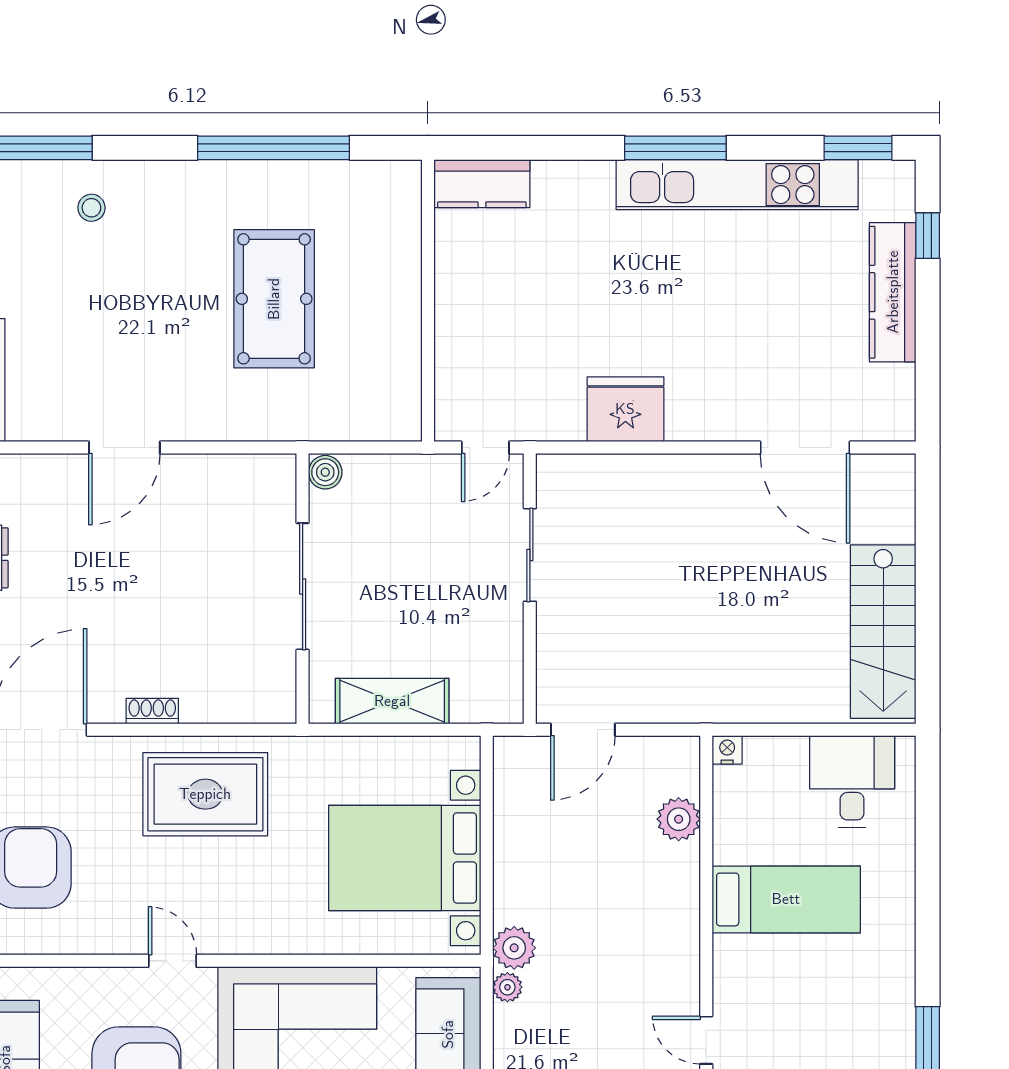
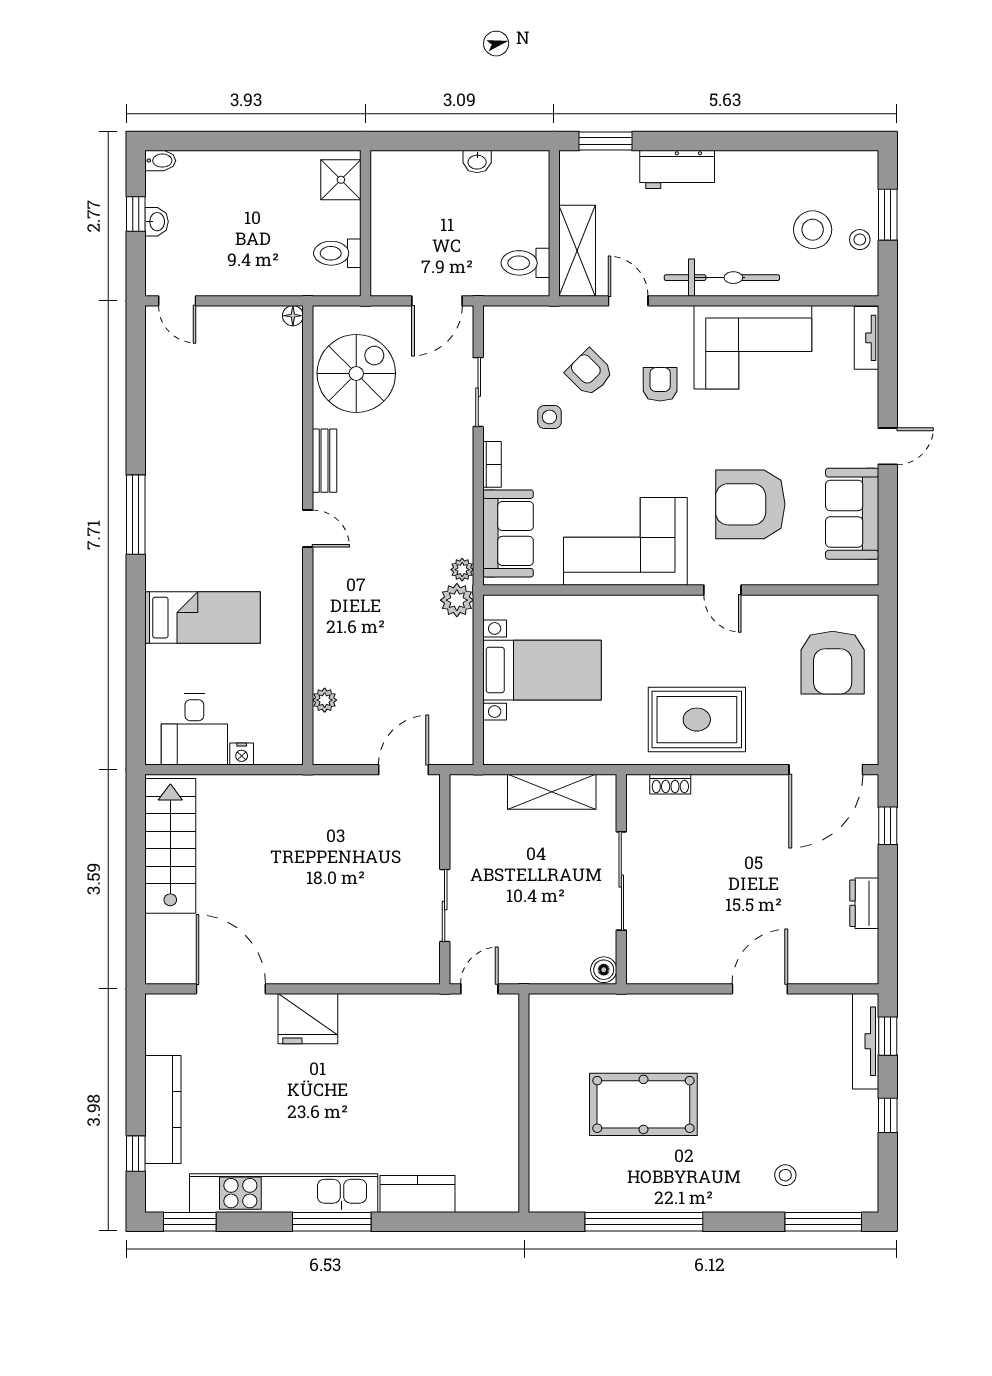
kitchen counter: (482, 184) -> (417, 1194), moved
pool table: (274, 299) -> (643, 1104), turned 90
fridge: (625, 409) -> (308, 1019), moved
shoe rack: (152, 711) -> (670, 784), moved
nightstand: (727, 750) -> (242, 754), moved
plant: (679, 819) -> (325, 700), width x0.73, depth x0.73
bed with nightstands: (405, 858) -> (542, 670), width x0.73
bed: (786, 899) -> (202, 618), moved, turned 180

